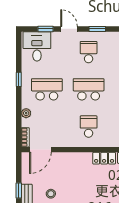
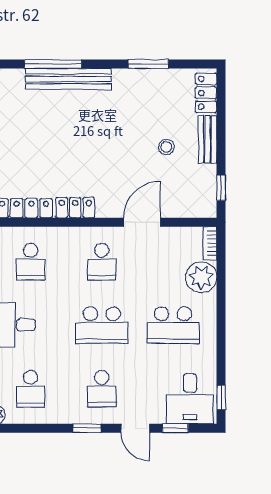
window: (19, 79) -> (221, 397), moved
plant: (26, 113) -> (201, 277), width x1.88, depth x1.88
door: (40, 150) -> (142, 222), moved
window: (19, 190) -> (221, 188), moved

